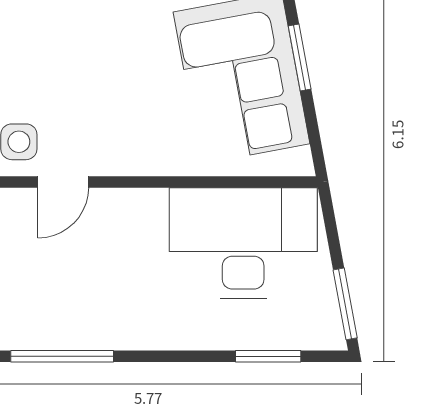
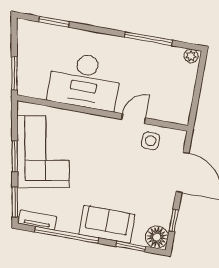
desk: (243, 243) -> (85, 81), moved
window: (345, 304) -> (14, 73), moved

